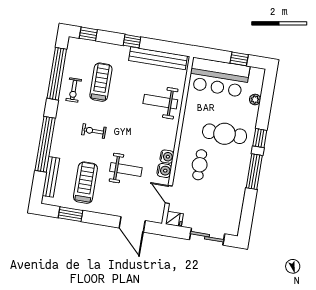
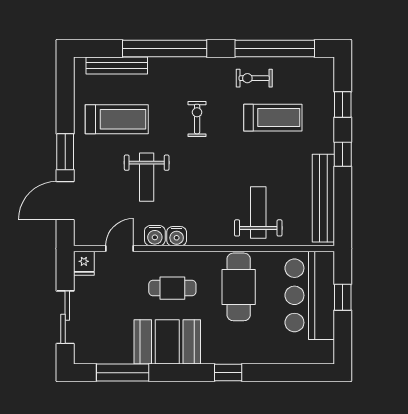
window: (88, 34) -> (343, 104), moved
window: (239, 59) -> (343, 297), moved
plant: (255, 99) -> (285, 356), removed
cafe table: (225, 134) -> (239, 287), moved
window: (254, 172) -> (123, 373), moved
booth: (234, 174) -> (167, 342), added
window: (71, 214) -> (65, 152), moved

